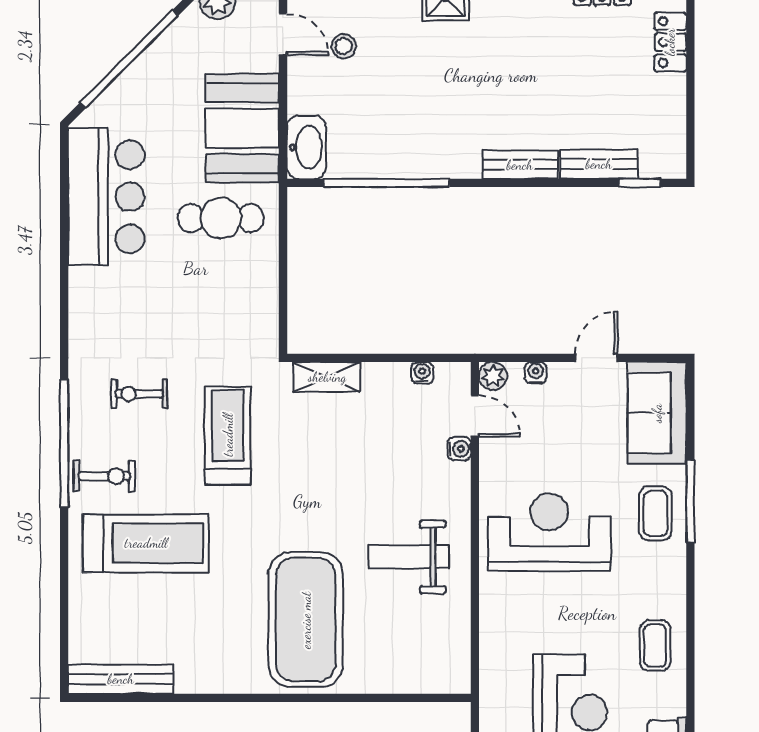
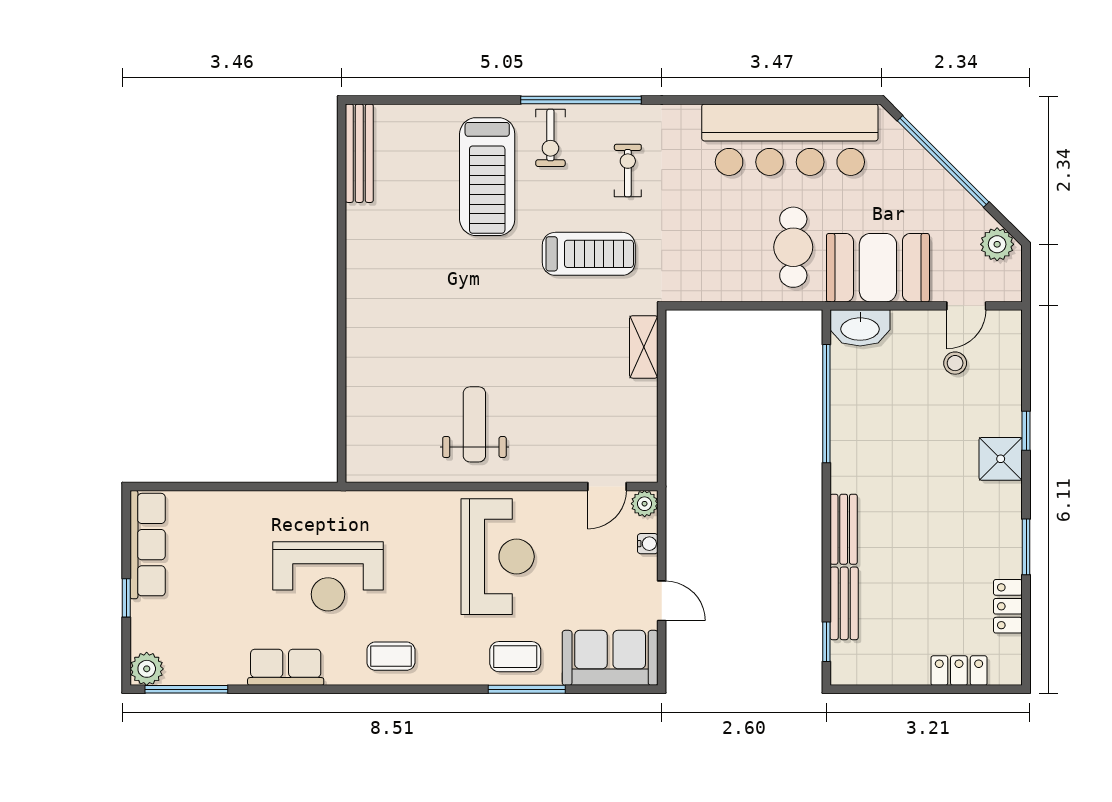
bar counter: (106, 197) -> (790, 140), width x1.36
water cooler: (422, 373) -> (648, 437), removed
water cooler: (459, 449) -> (576, 472), removed
exercise mat: (306, 620) -> (415, 327), removed

